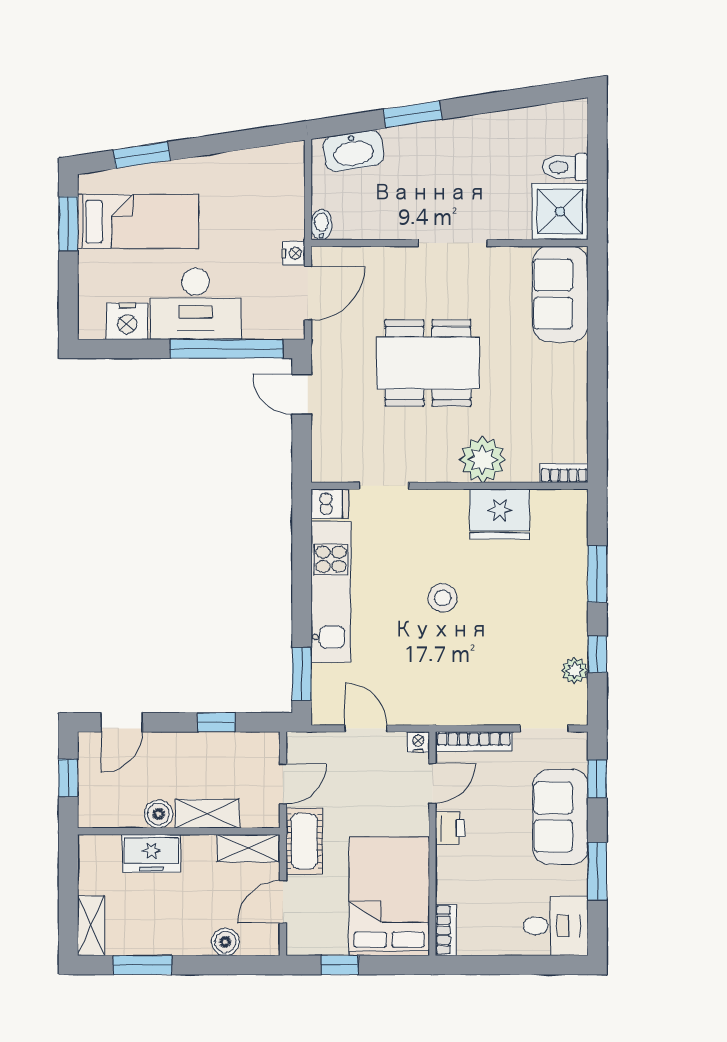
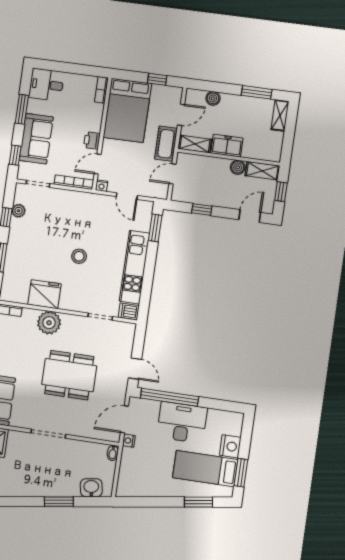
washbasin: (353, 151) -> (91, 488), width x0.72
nightstand: (127, 321) -> (230, 446), moved, turned 90
shelving: (207, 814) -> (262, 171), moved
freezer: (151, 853) -> (227, 146), moved

